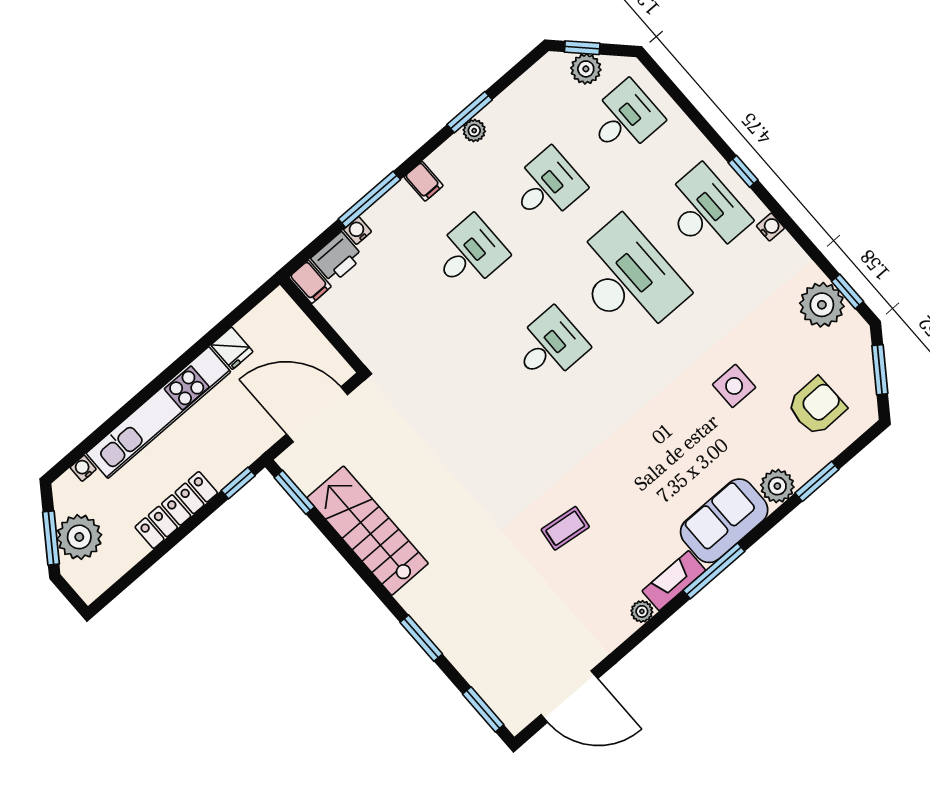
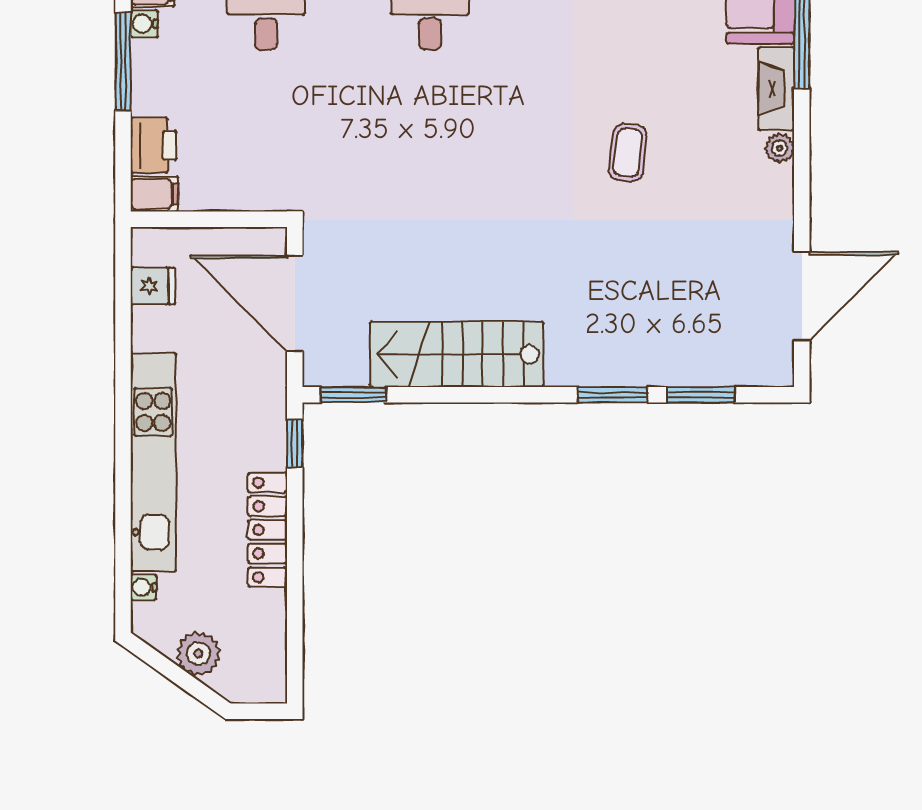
water cooler: (357, 231) -> (144, 24), moved
fridge: (232, 348) -> (153, 286), moved
door: (317, 414) -> (295, 303), hinge flipped
plant: (79, 537) -> (198, 654), width x0.73, depth x0.73
window: (51, 538) -> (186, 681), removed
window: (483, 709) -> (701, 395), moved

